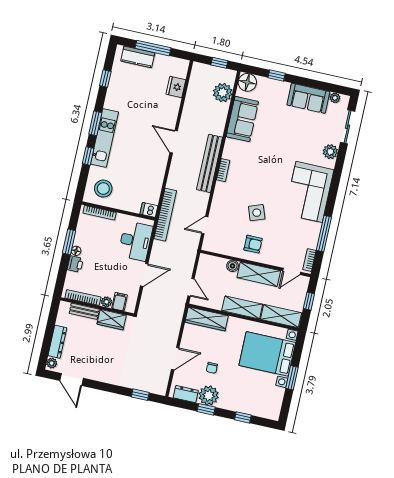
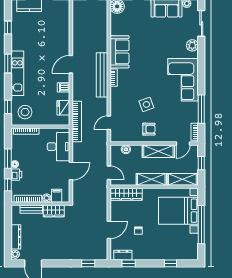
fridge: (176, 87) -> (63, 108), moved
plant: (223, 93) -> (100, 18), removed
sofa: (242, 119) -> (119, 52), moved
door: (174, 142) -> (71, 64), hinge flipped
window: (88, 156) -> (8, 107), moved
dishwasher: (149, 210) -> (64, 87), moved
boiler: (233, 266) -> (126, 149), moved
window: (62, 275) -> (8, 185), added
window: (292, 378) -> (201, 225), width x2.11
plant: (209, 395) -> (141, 252), removed
window: (206, 409) -> (129, 263), moved

